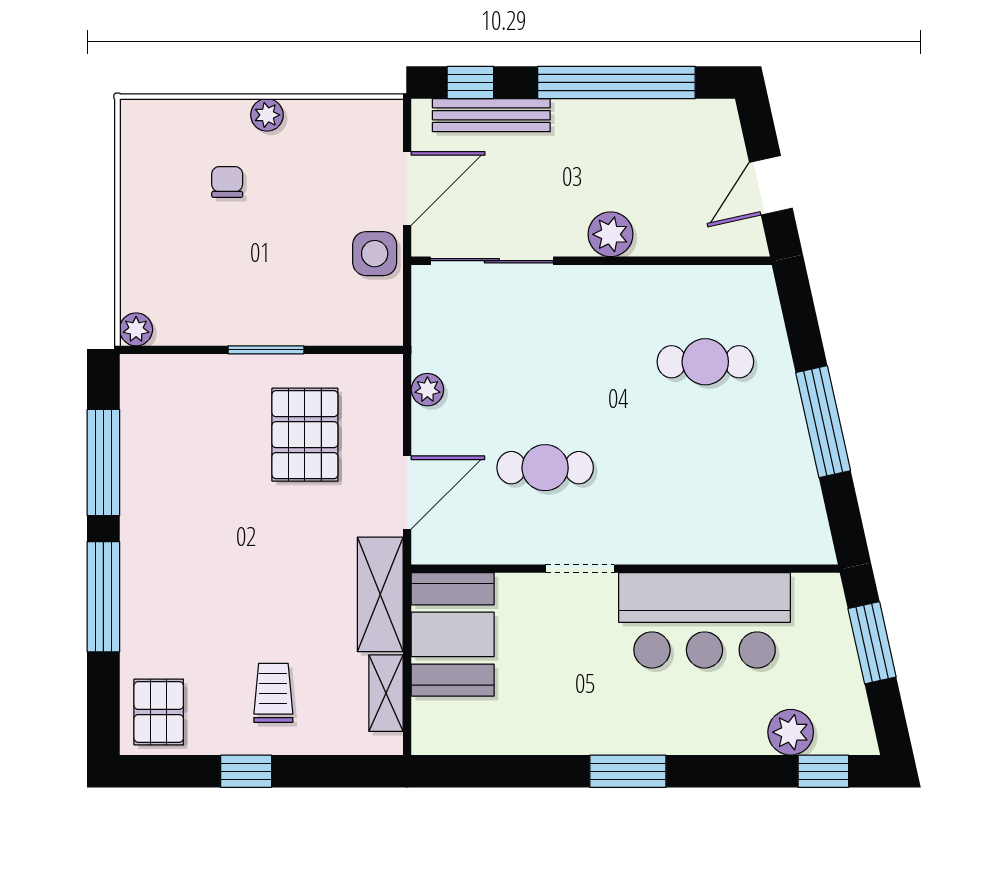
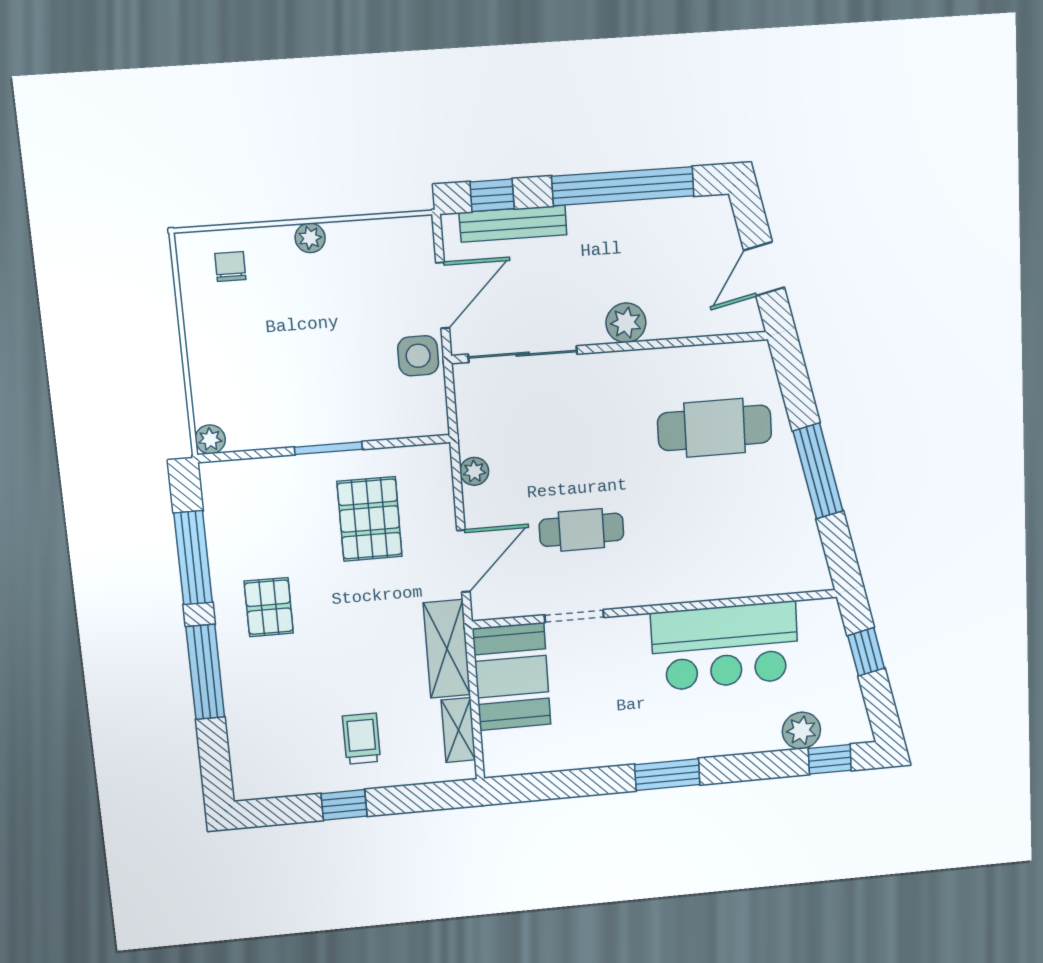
chair: (227, 182) -> (230, 266), moved
cafe table: (705, 362) -> (715, 428), width x1.37, depth x1.35
doorway: (580, 569) -> (574, 616), moved
window: (872, 643) -> (866, 652), width x0.67
pallet: (159, 712) -> (269, 607), moved

